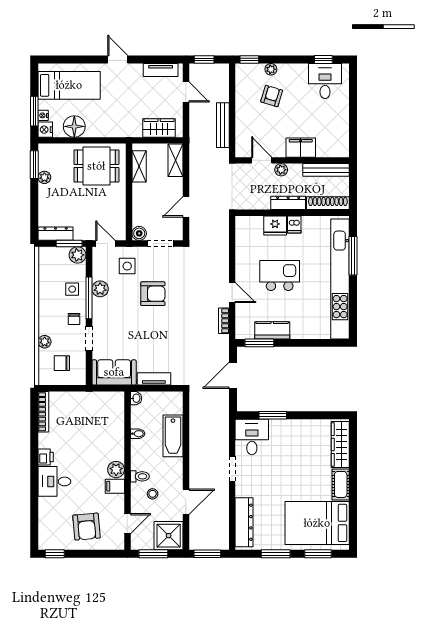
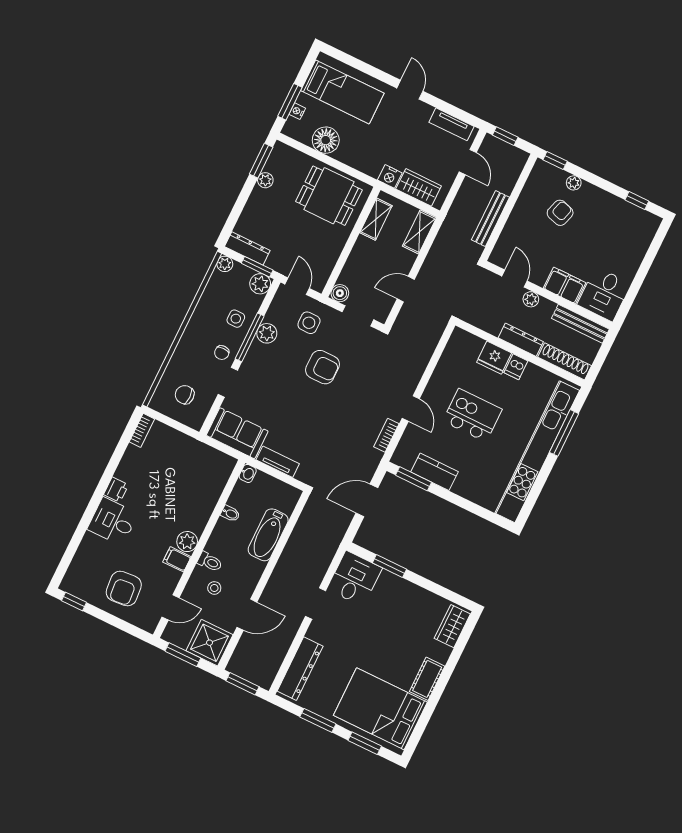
desk: (325, 81) -> (604, 294), moved, turned 180
nightstand: (45, 130) -> (390, 176), moved, turned -90
plant: (45, 342) -> (225, 264), moved
bookcase: (43, 412) -> (142, 430), width x0.64
wardrobe: (340, 444) -> (452, 626), width x0.67

